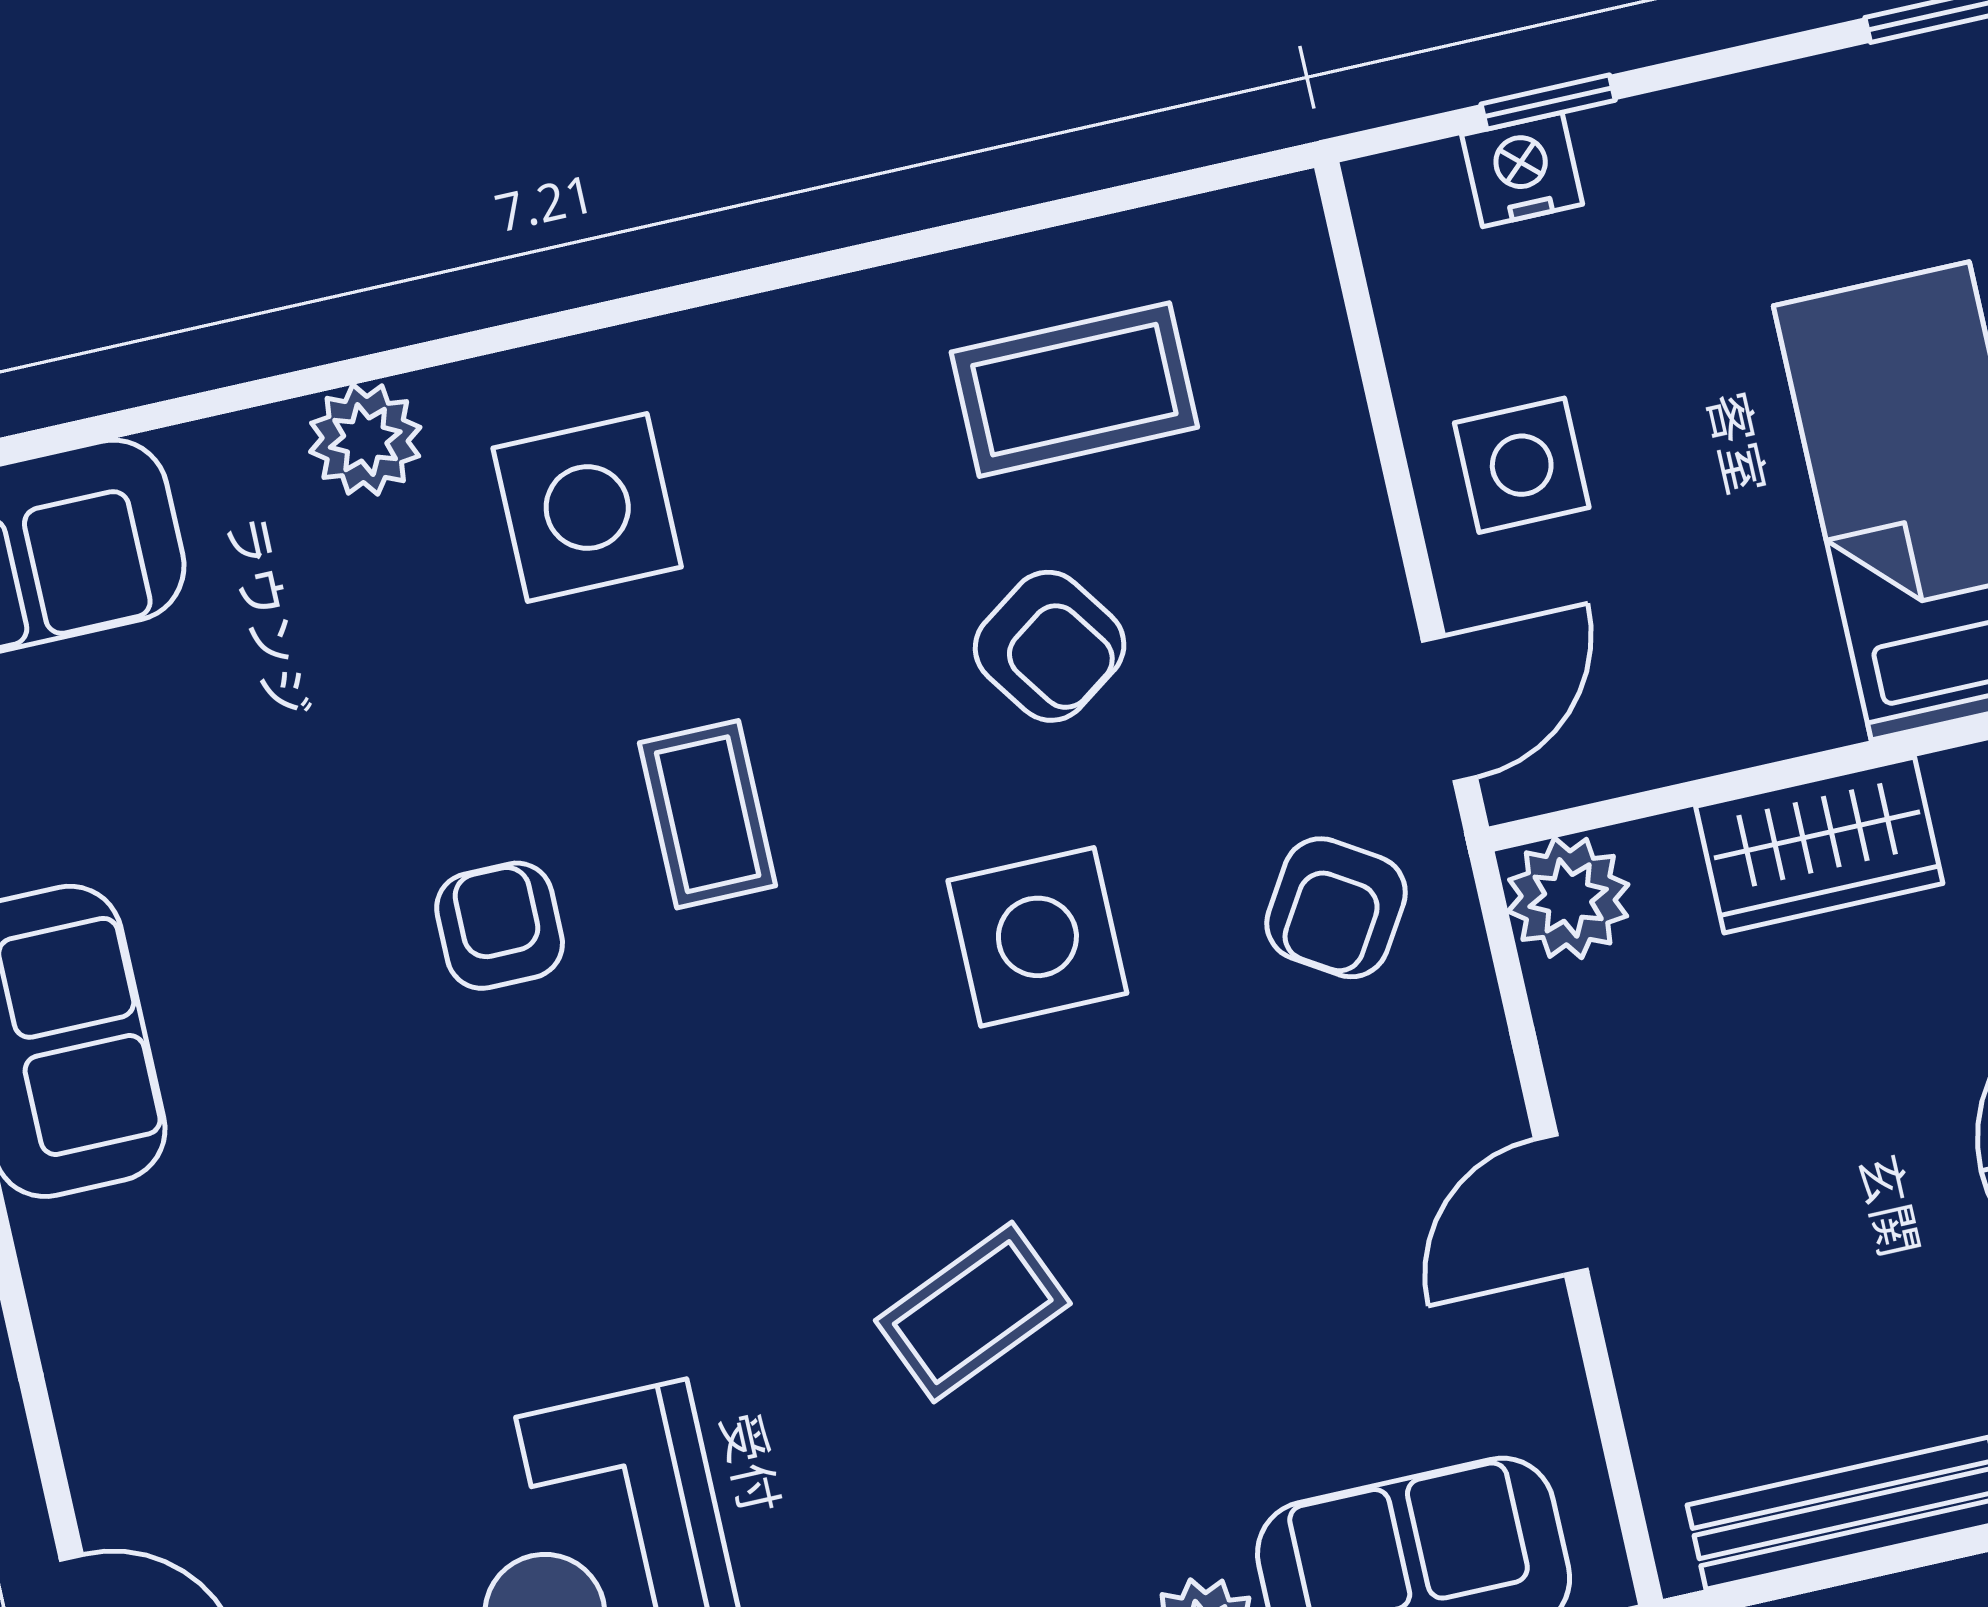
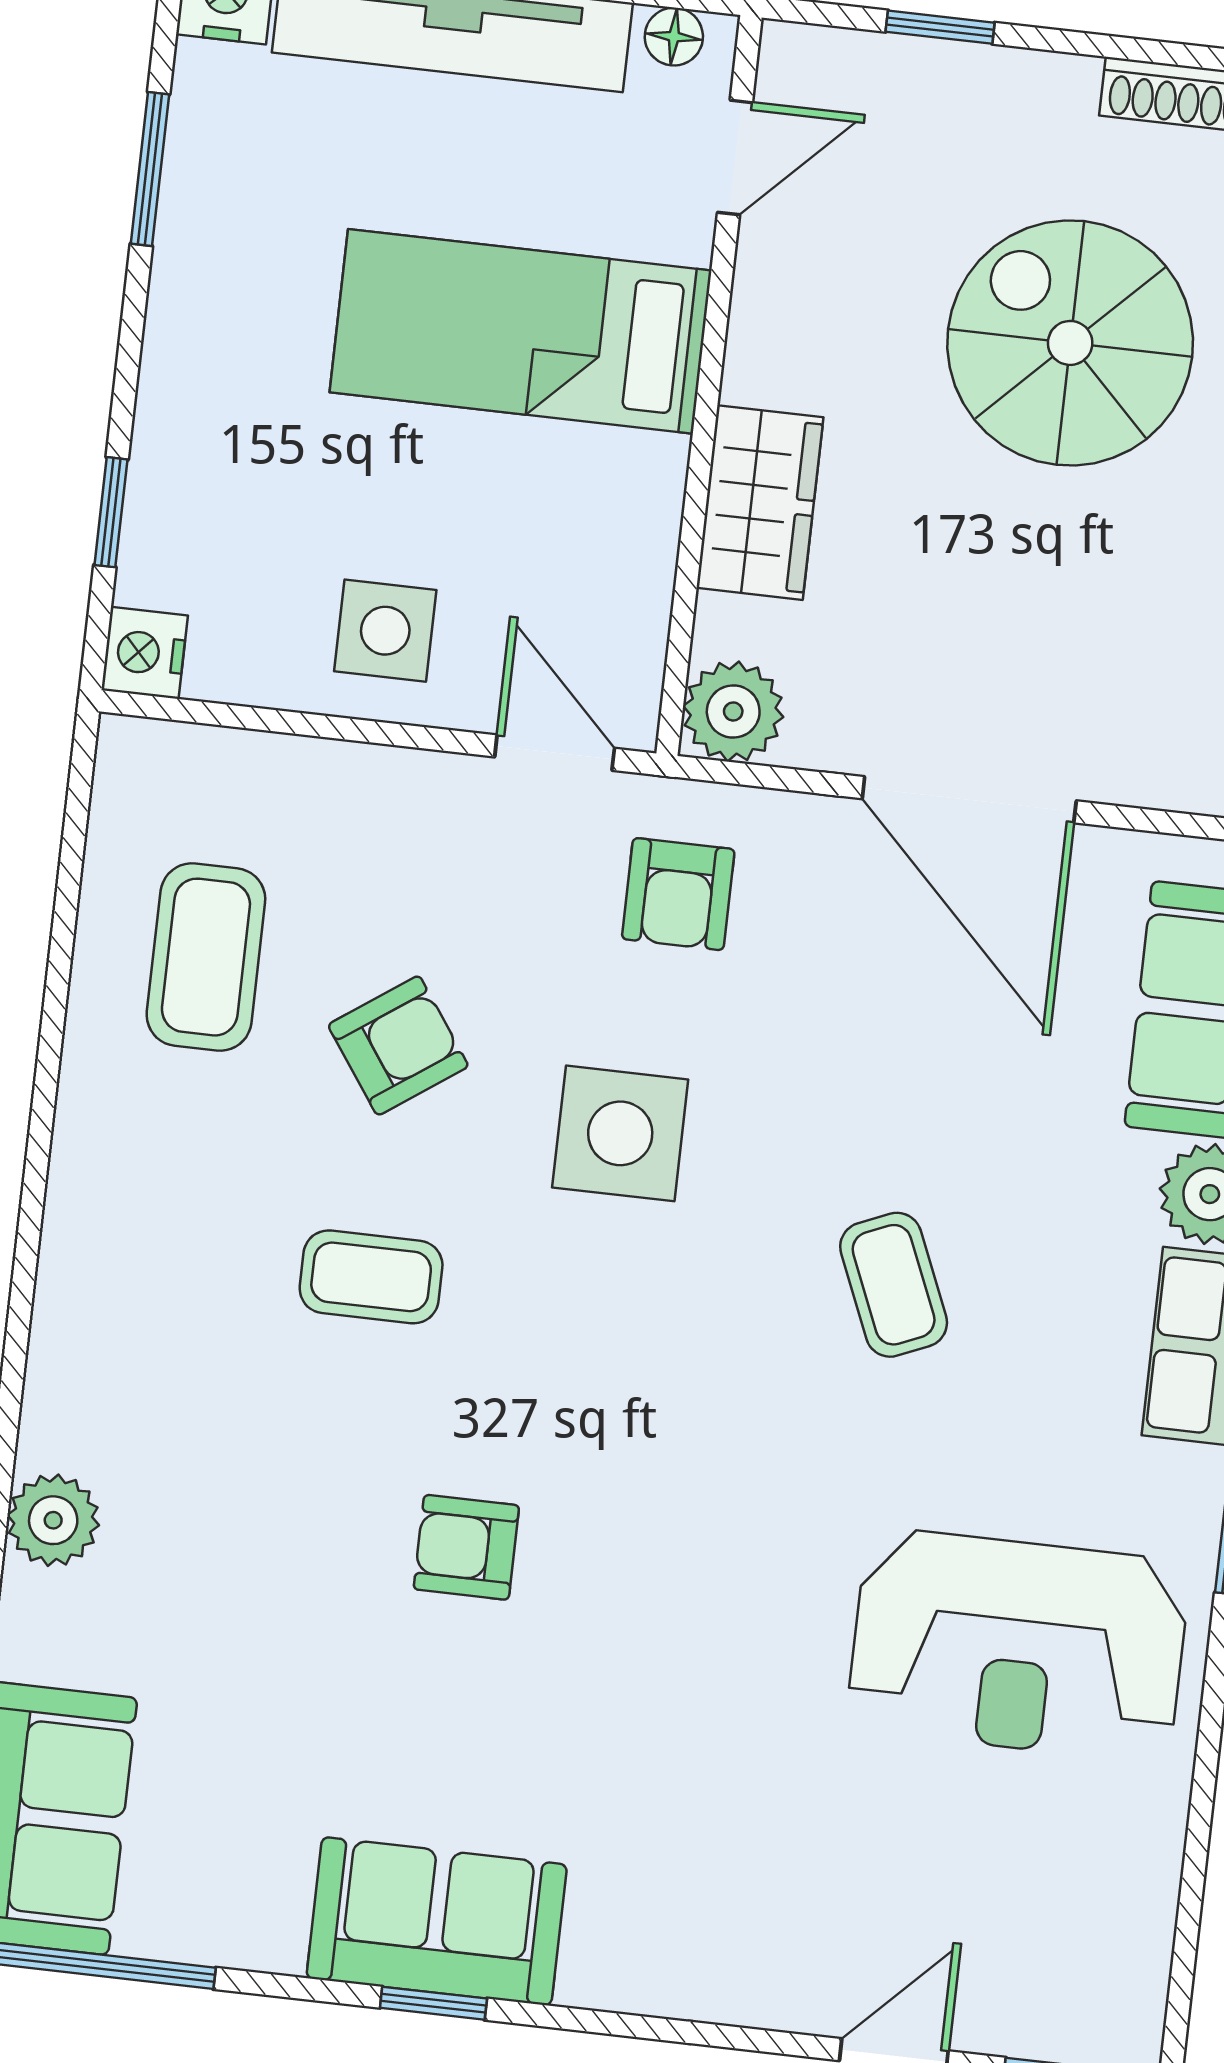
nightstand: (1522, 169) -> (145, 653), moved
side table: (587, 508) -> (166, 1366), removed
coffee table: (708, 814) -> (371, 1277), moved
armchair: (1336, 908) -> (678, 894), turned 58
door: (1561, 1205) -> (969, 800), width x1.87

